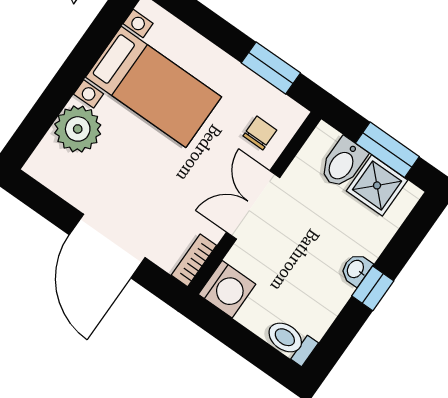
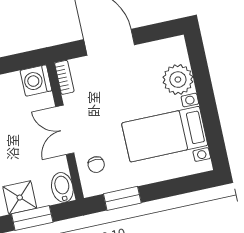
bidet: (343, 163) -> (62, 187), moved
double door: (253, 205) -> (65, 130), swing flipped

